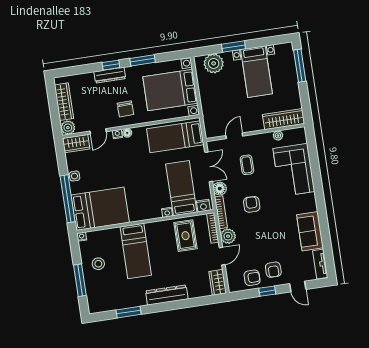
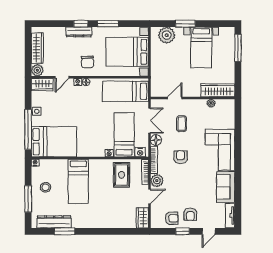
corner sofa: (294, 170) -> (220, 150), moved
door: (298, 287) -> (209, 231), hinge flipped
dresser: (167, 295) -> (54, 222), moved

